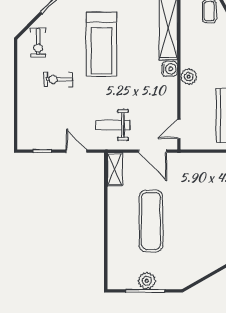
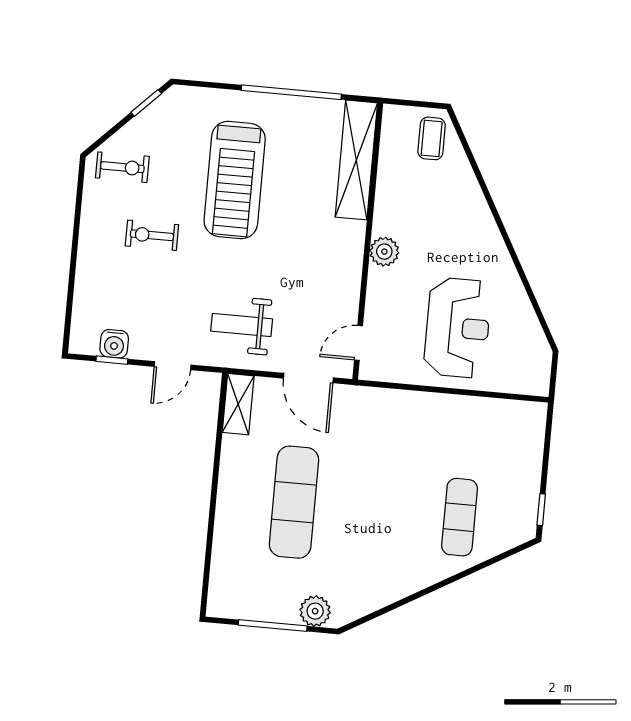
exercise bike: (38, 43) -> (122, 167), turned -90
water cooler: (170, 69) -> (114, 344), moved, turned 90
door: (76, 151) -> (173, 366), swing flipped
plant: (147, 281) -> (315, 611), moved

